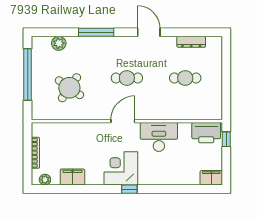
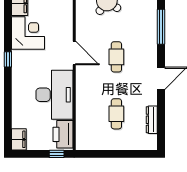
desk: (159, 137) -> (54, 95), width x1.36, depth x1.30
corner desk: (121, 168) -> (28, 33), moved

